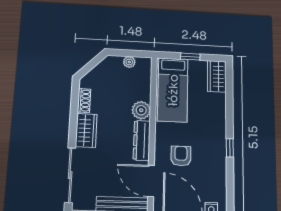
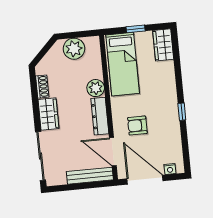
plant: (129, 62) -> (74, 49), width x1.88, depth x1.88
armchair: (181, 156) -> (137, 126), turned -90

